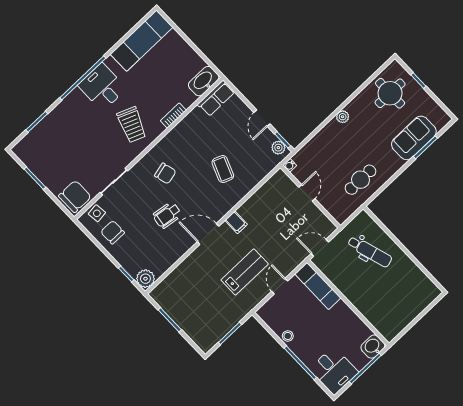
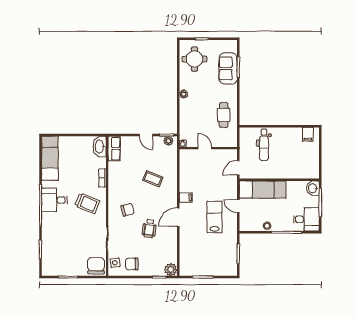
dental chair: (370, 252) -> (264, 145), turned 107
exam couch: (318, 286) -> (263, 190), width x1.36, depth x1.45
filing cabinet: (424, 287) -> (308, 134), added

